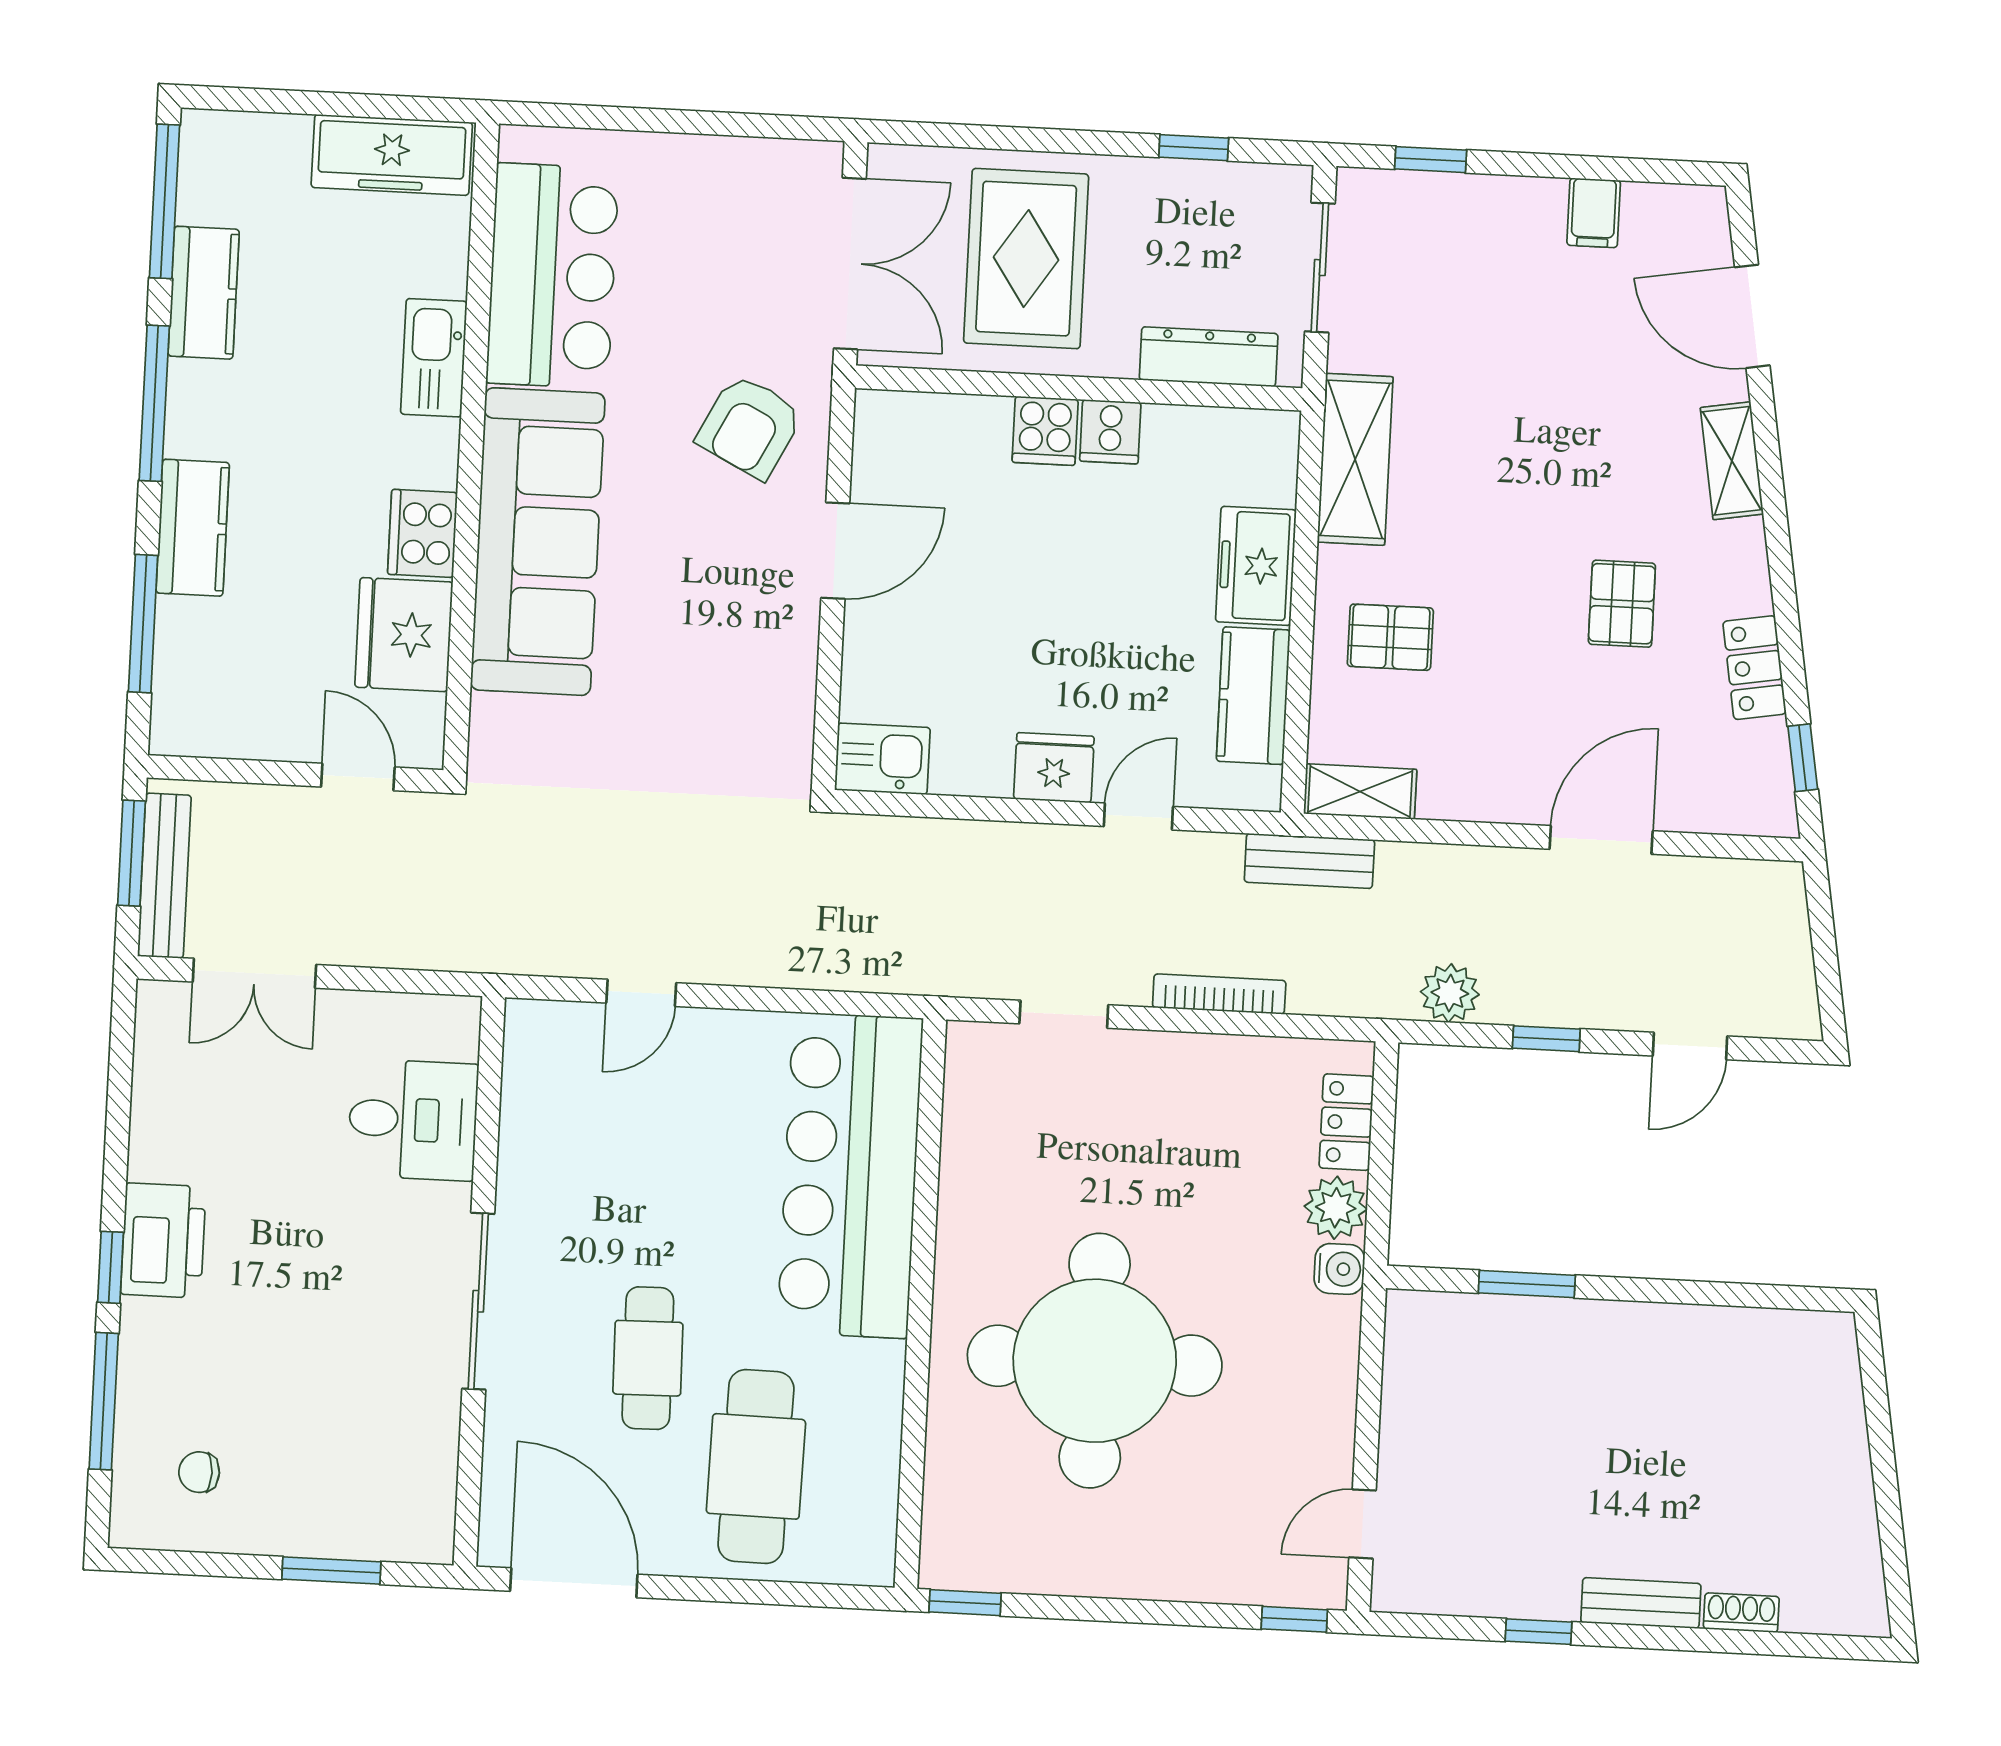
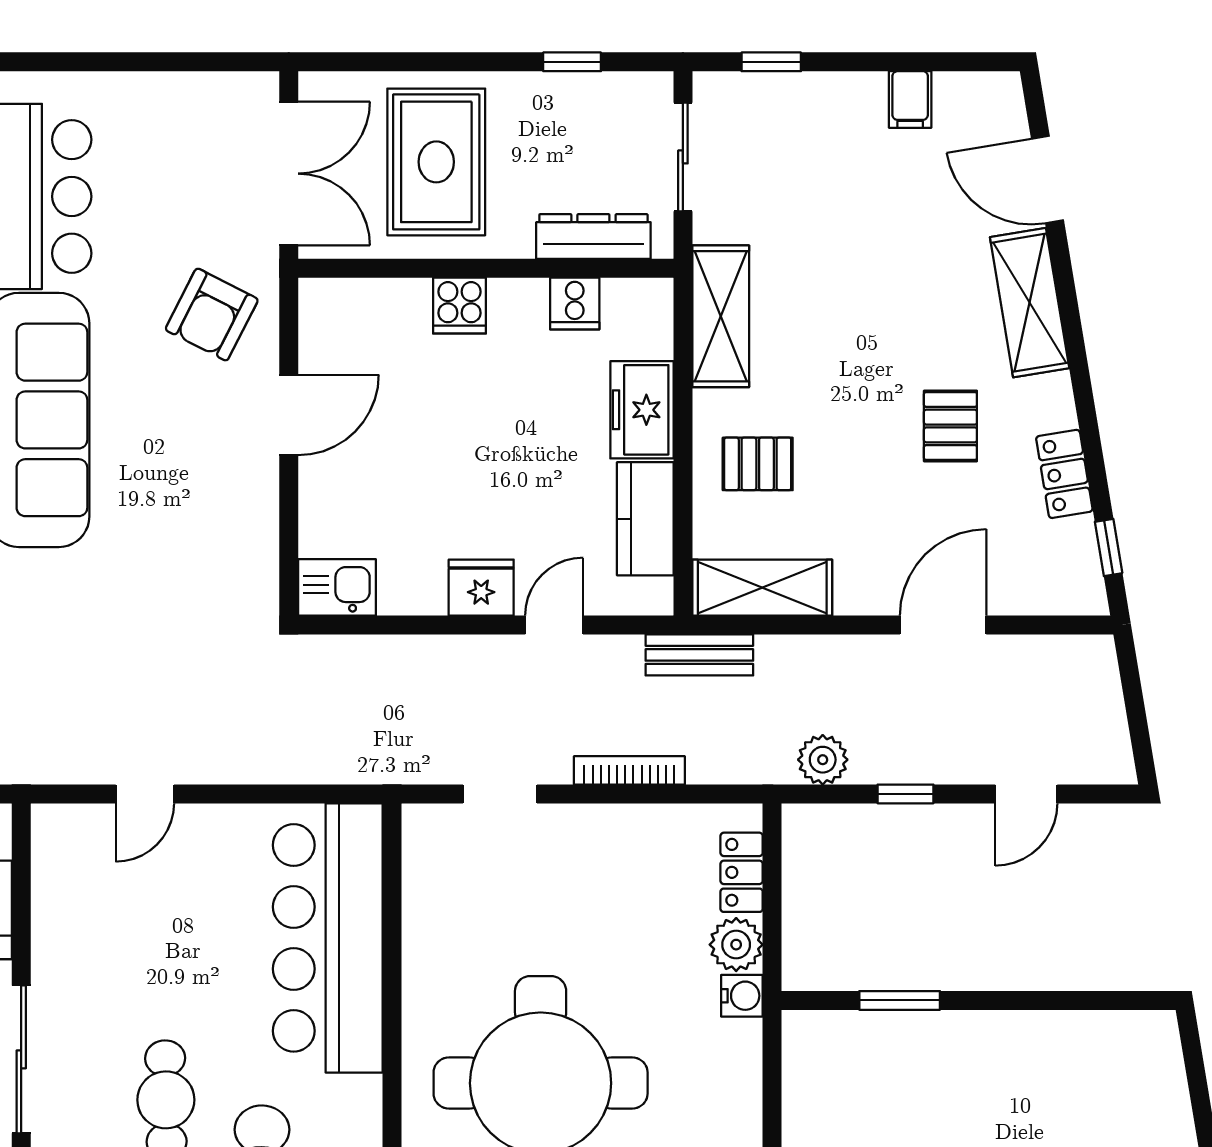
cooker: (1110, 432) -> (575, 304), moved
shelving: (1732, 461) -> (1030, 303), width x1.50, depth x1.33
shelving: (1360, 792) -> (762, 588), width x1.50, depth x1.33

